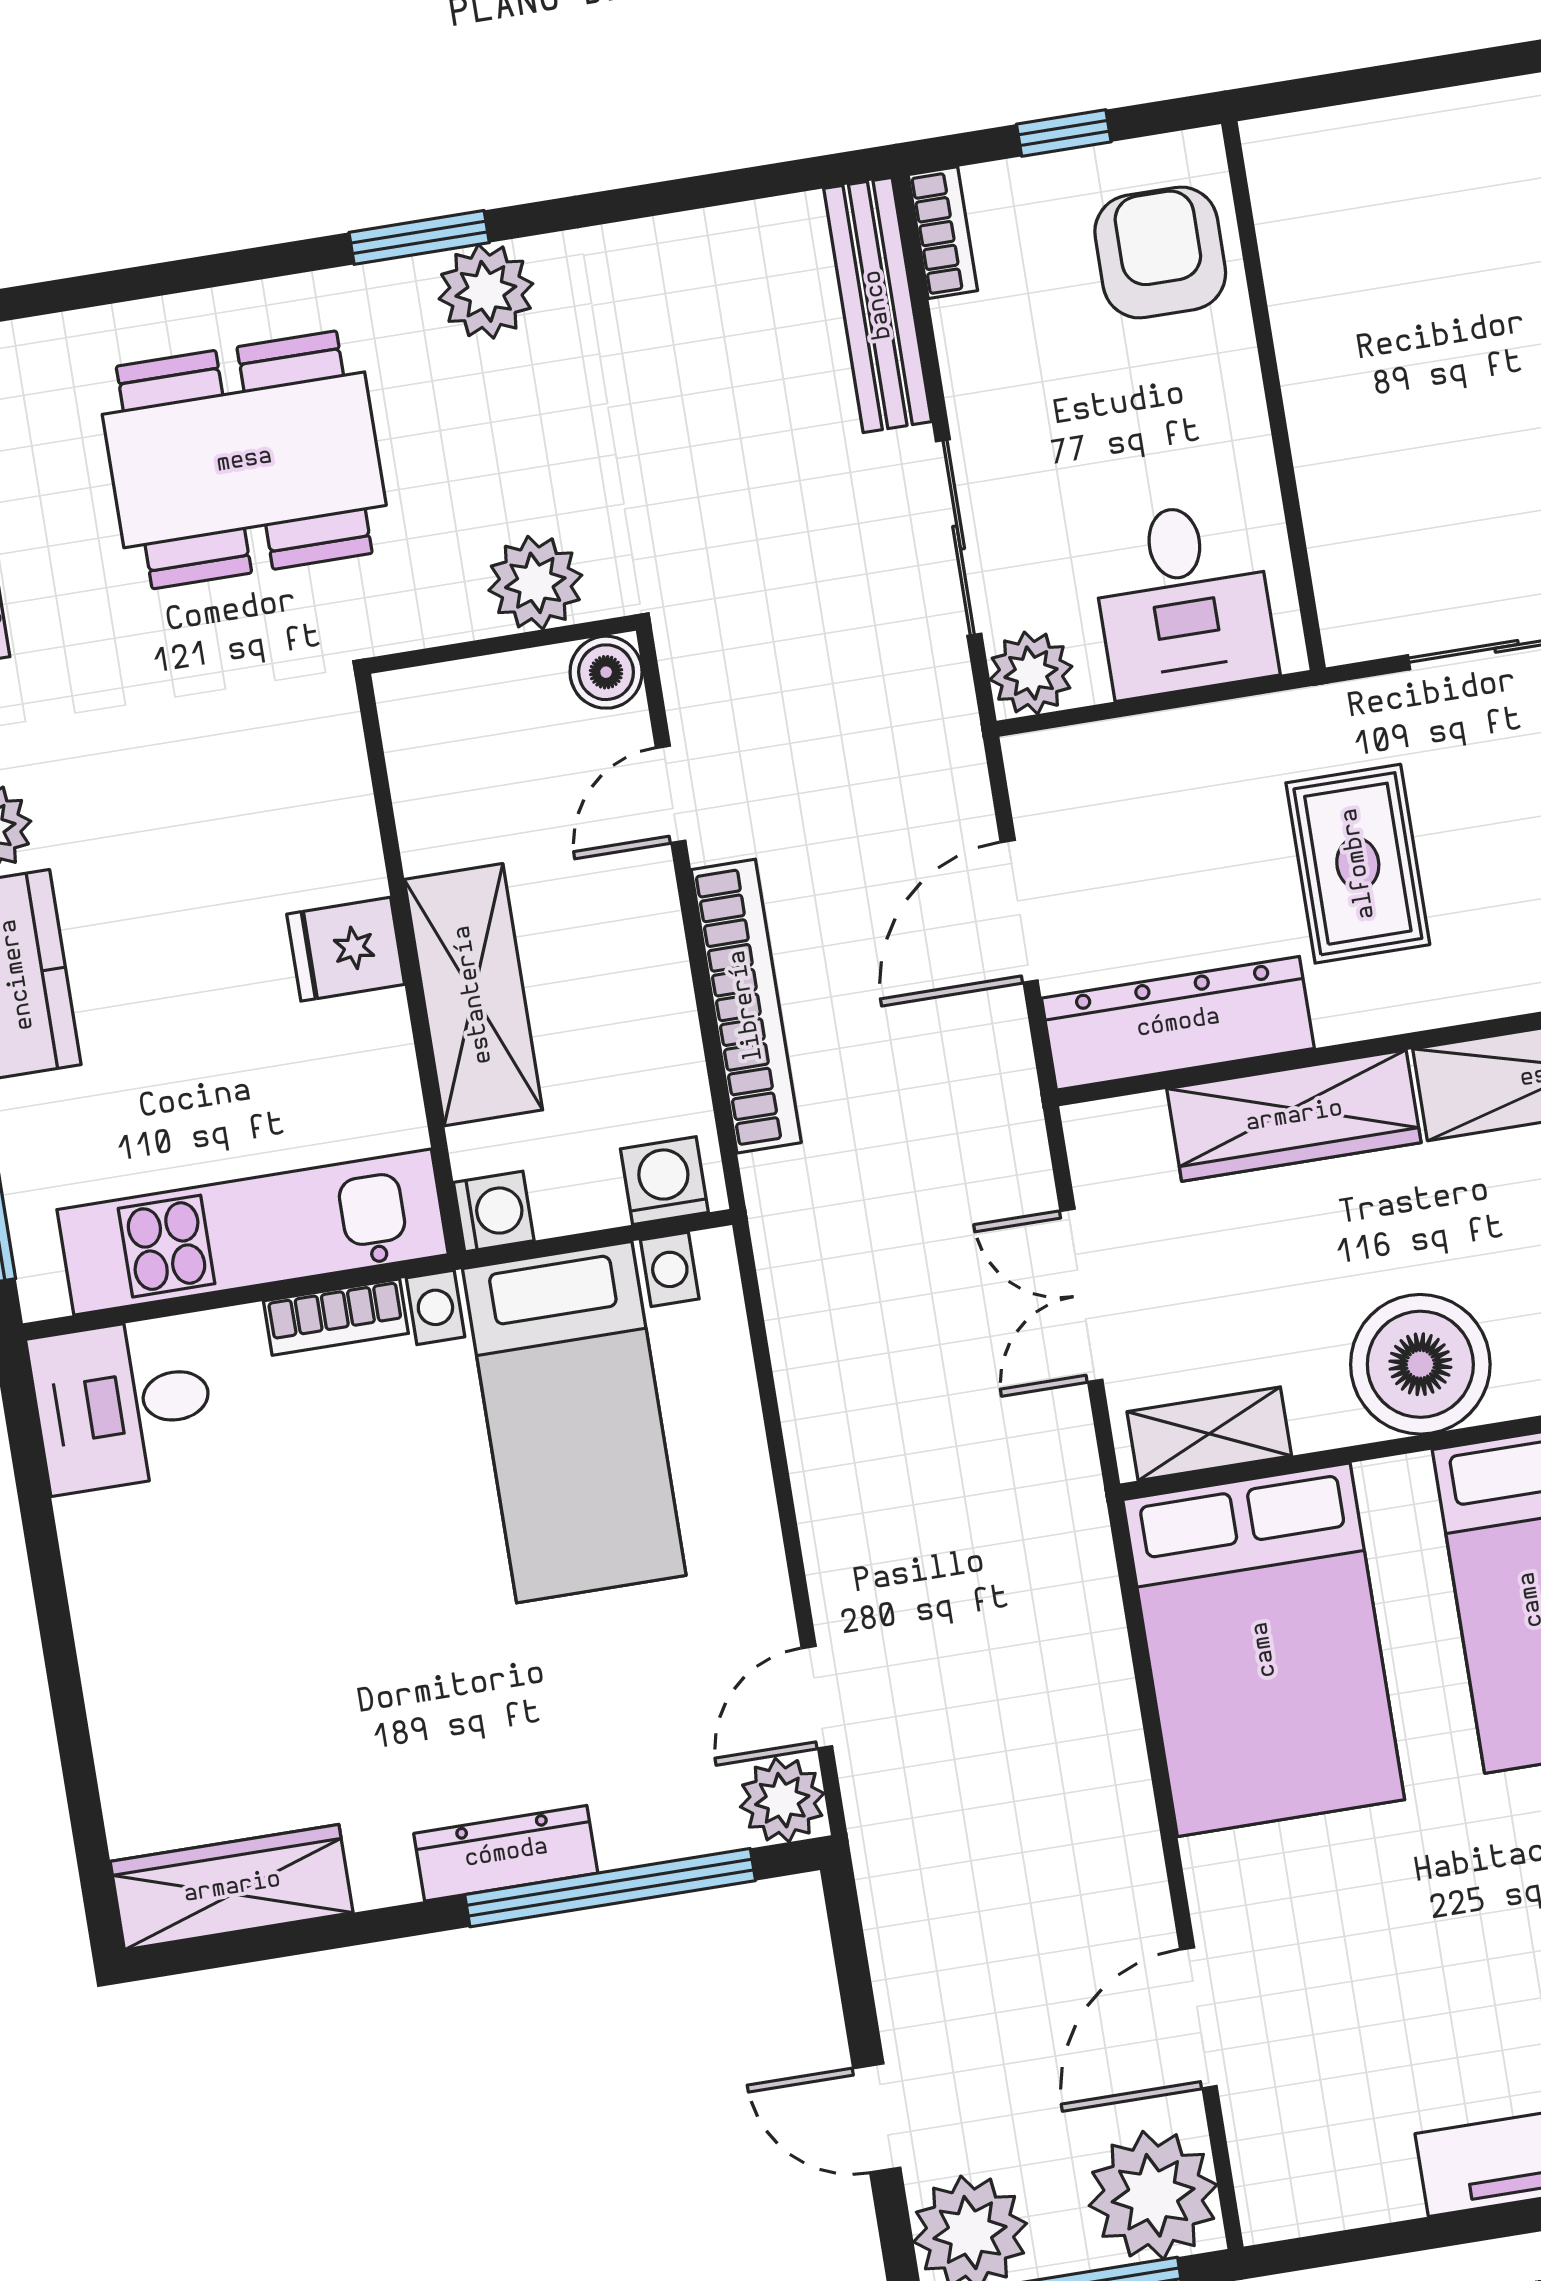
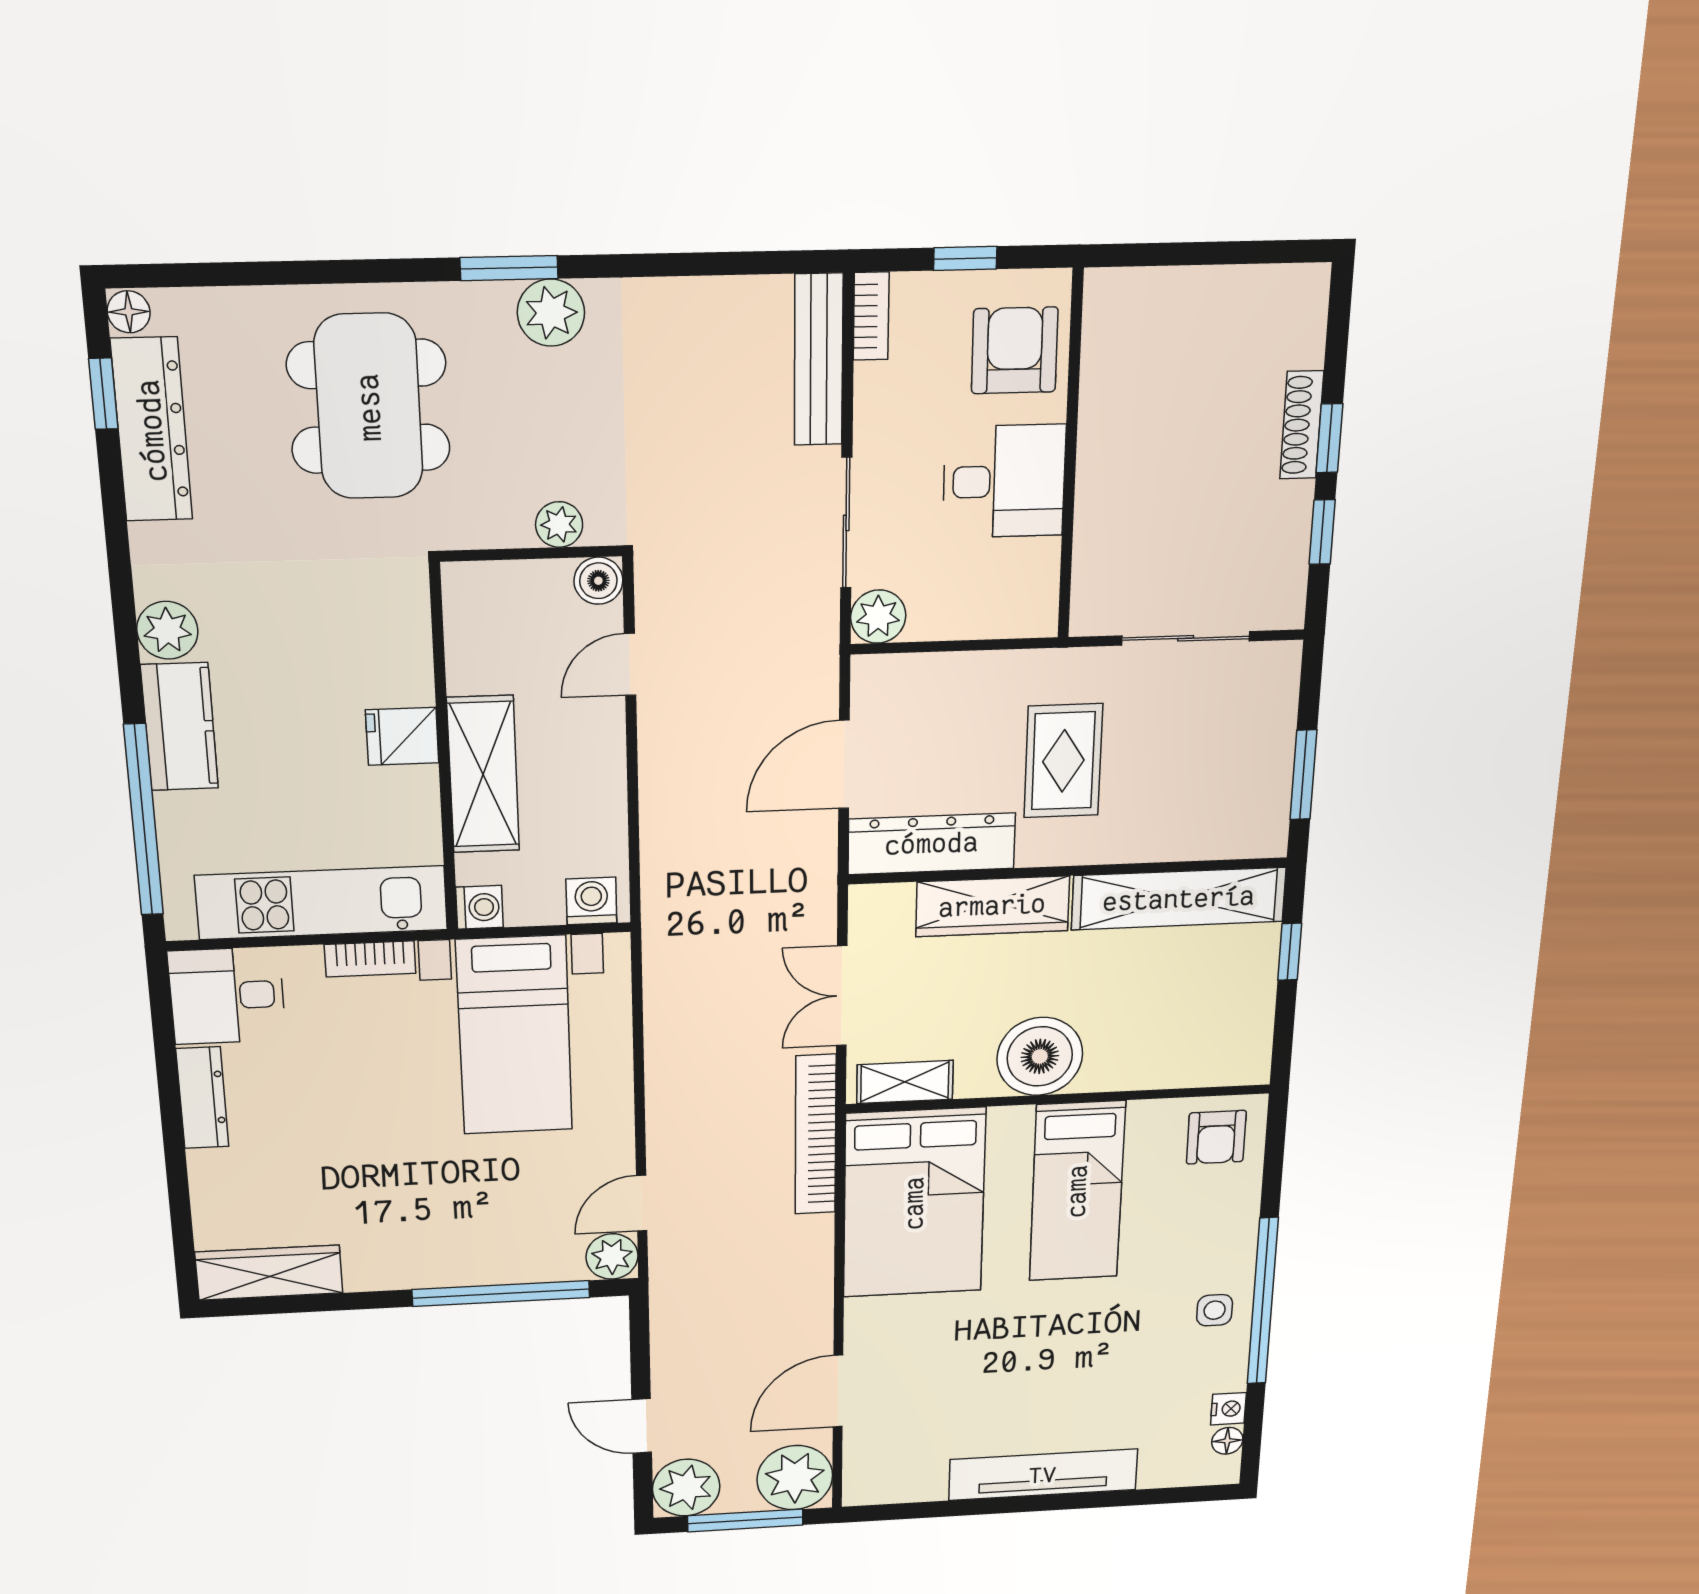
dining table: (244, 460) -> (369, 407), turned 90
plant: (535, 583) -> (559, 525), width x0.73, depth x0.73
desk: (1183, 599) -> (1004, 481), moved, turned -90
bookcase: (746, 1006) -> (816, 1135), moved, turned 180
dresser: (506, 1853) -> (202, 1098), moved, turned 90

